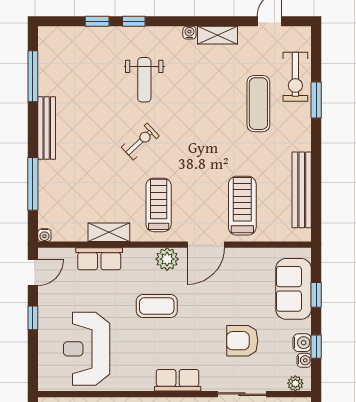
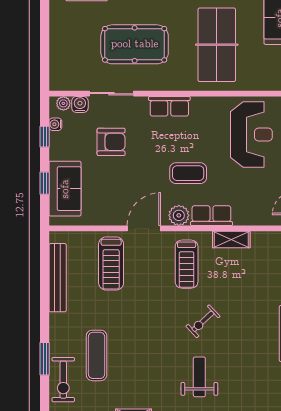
exercise bike: (295, 77) -> (63, 380), turned 180
row of seats: (99, 259) -> (211, 216), moved
water cooler: (302, 343) -> (80, 104), moved, turned 90

